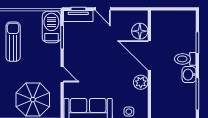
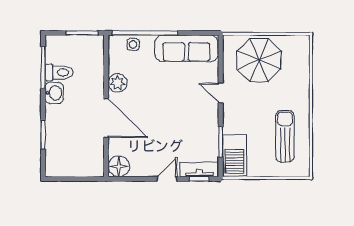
door: (103, 9) -> (167, 179), hinge flipped
floor lamp: (140, 31) -> (119, 166), moved
sun lounger: (13, 42) -> (285, 136), turned 180
toilet: (185, 59) -> (59, 72), moved

